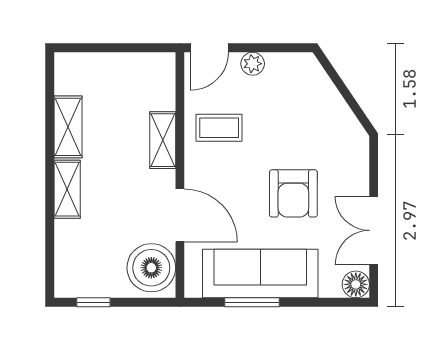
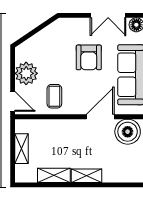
plant: (253, 64) -> (26, 73), width x1.88, depth x1.88
shelving: (163, 140) -> (22, 149), moved, turned 90
armchair: (293, 193) -> (89, 57), turned 90

